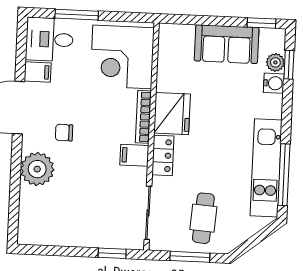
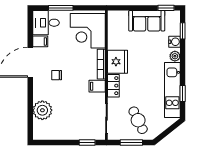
plant: (275, 62) -> (175, 56), moved
plant: (37, 169) -> (42, 110), moved
window: (284, 175) -> (183, 93), width x0.46
cafe table: (203, 218) -> (138, 120), turned -30

